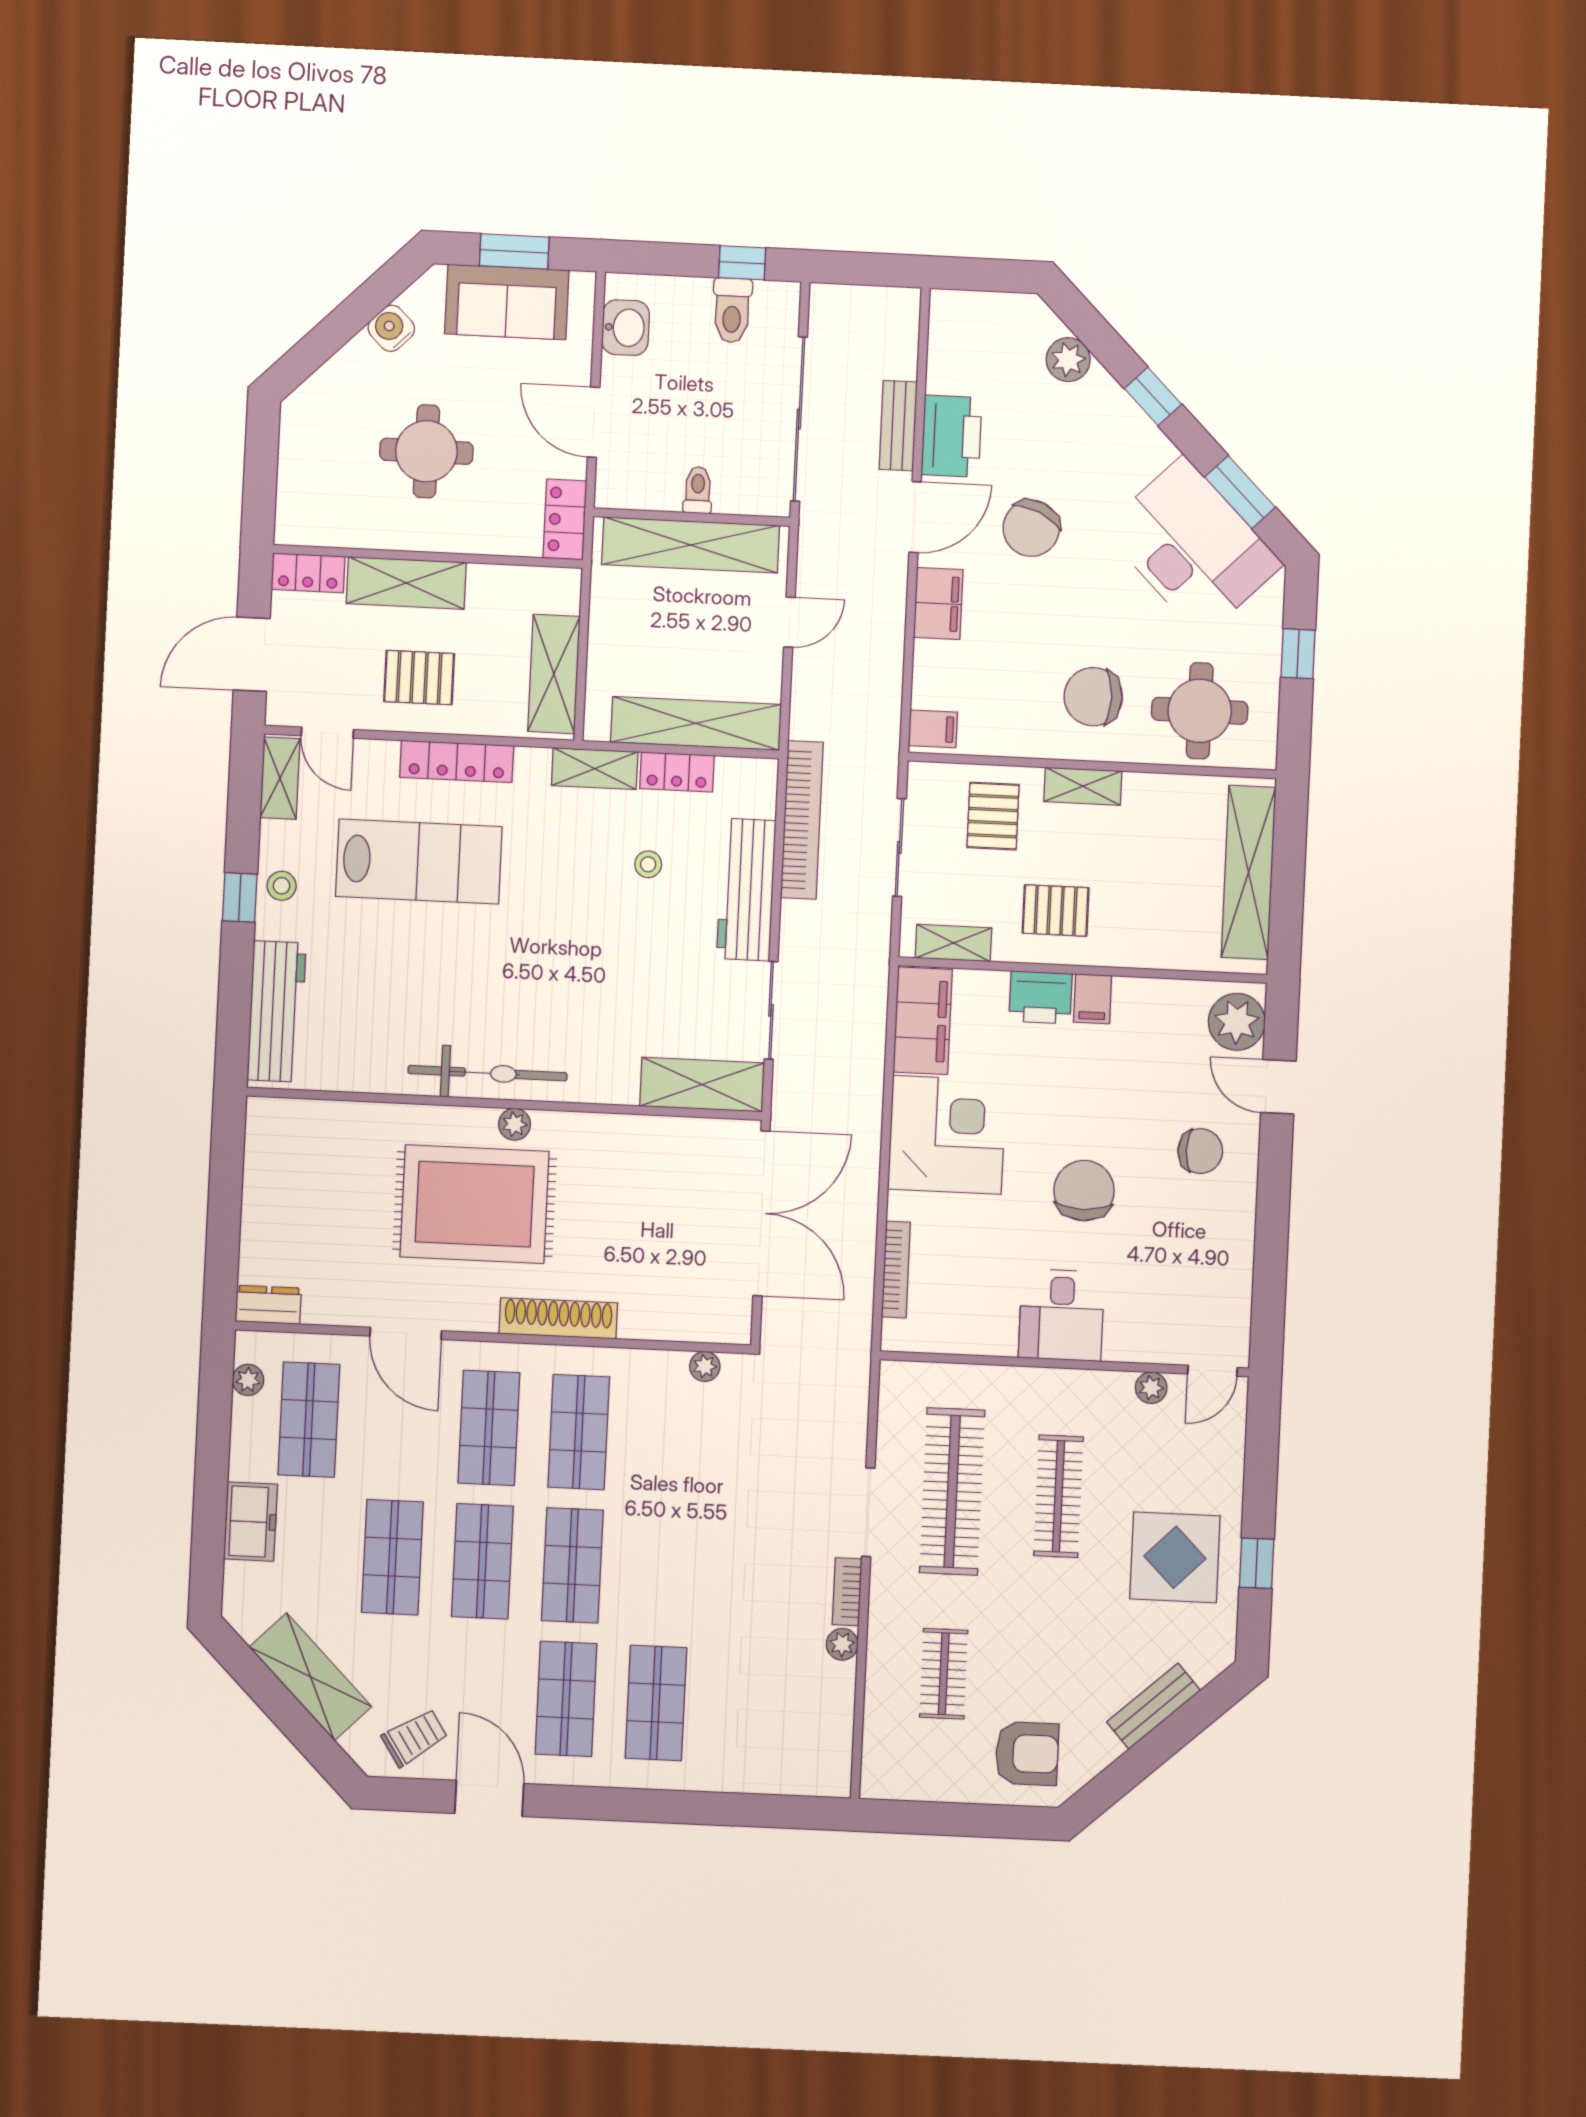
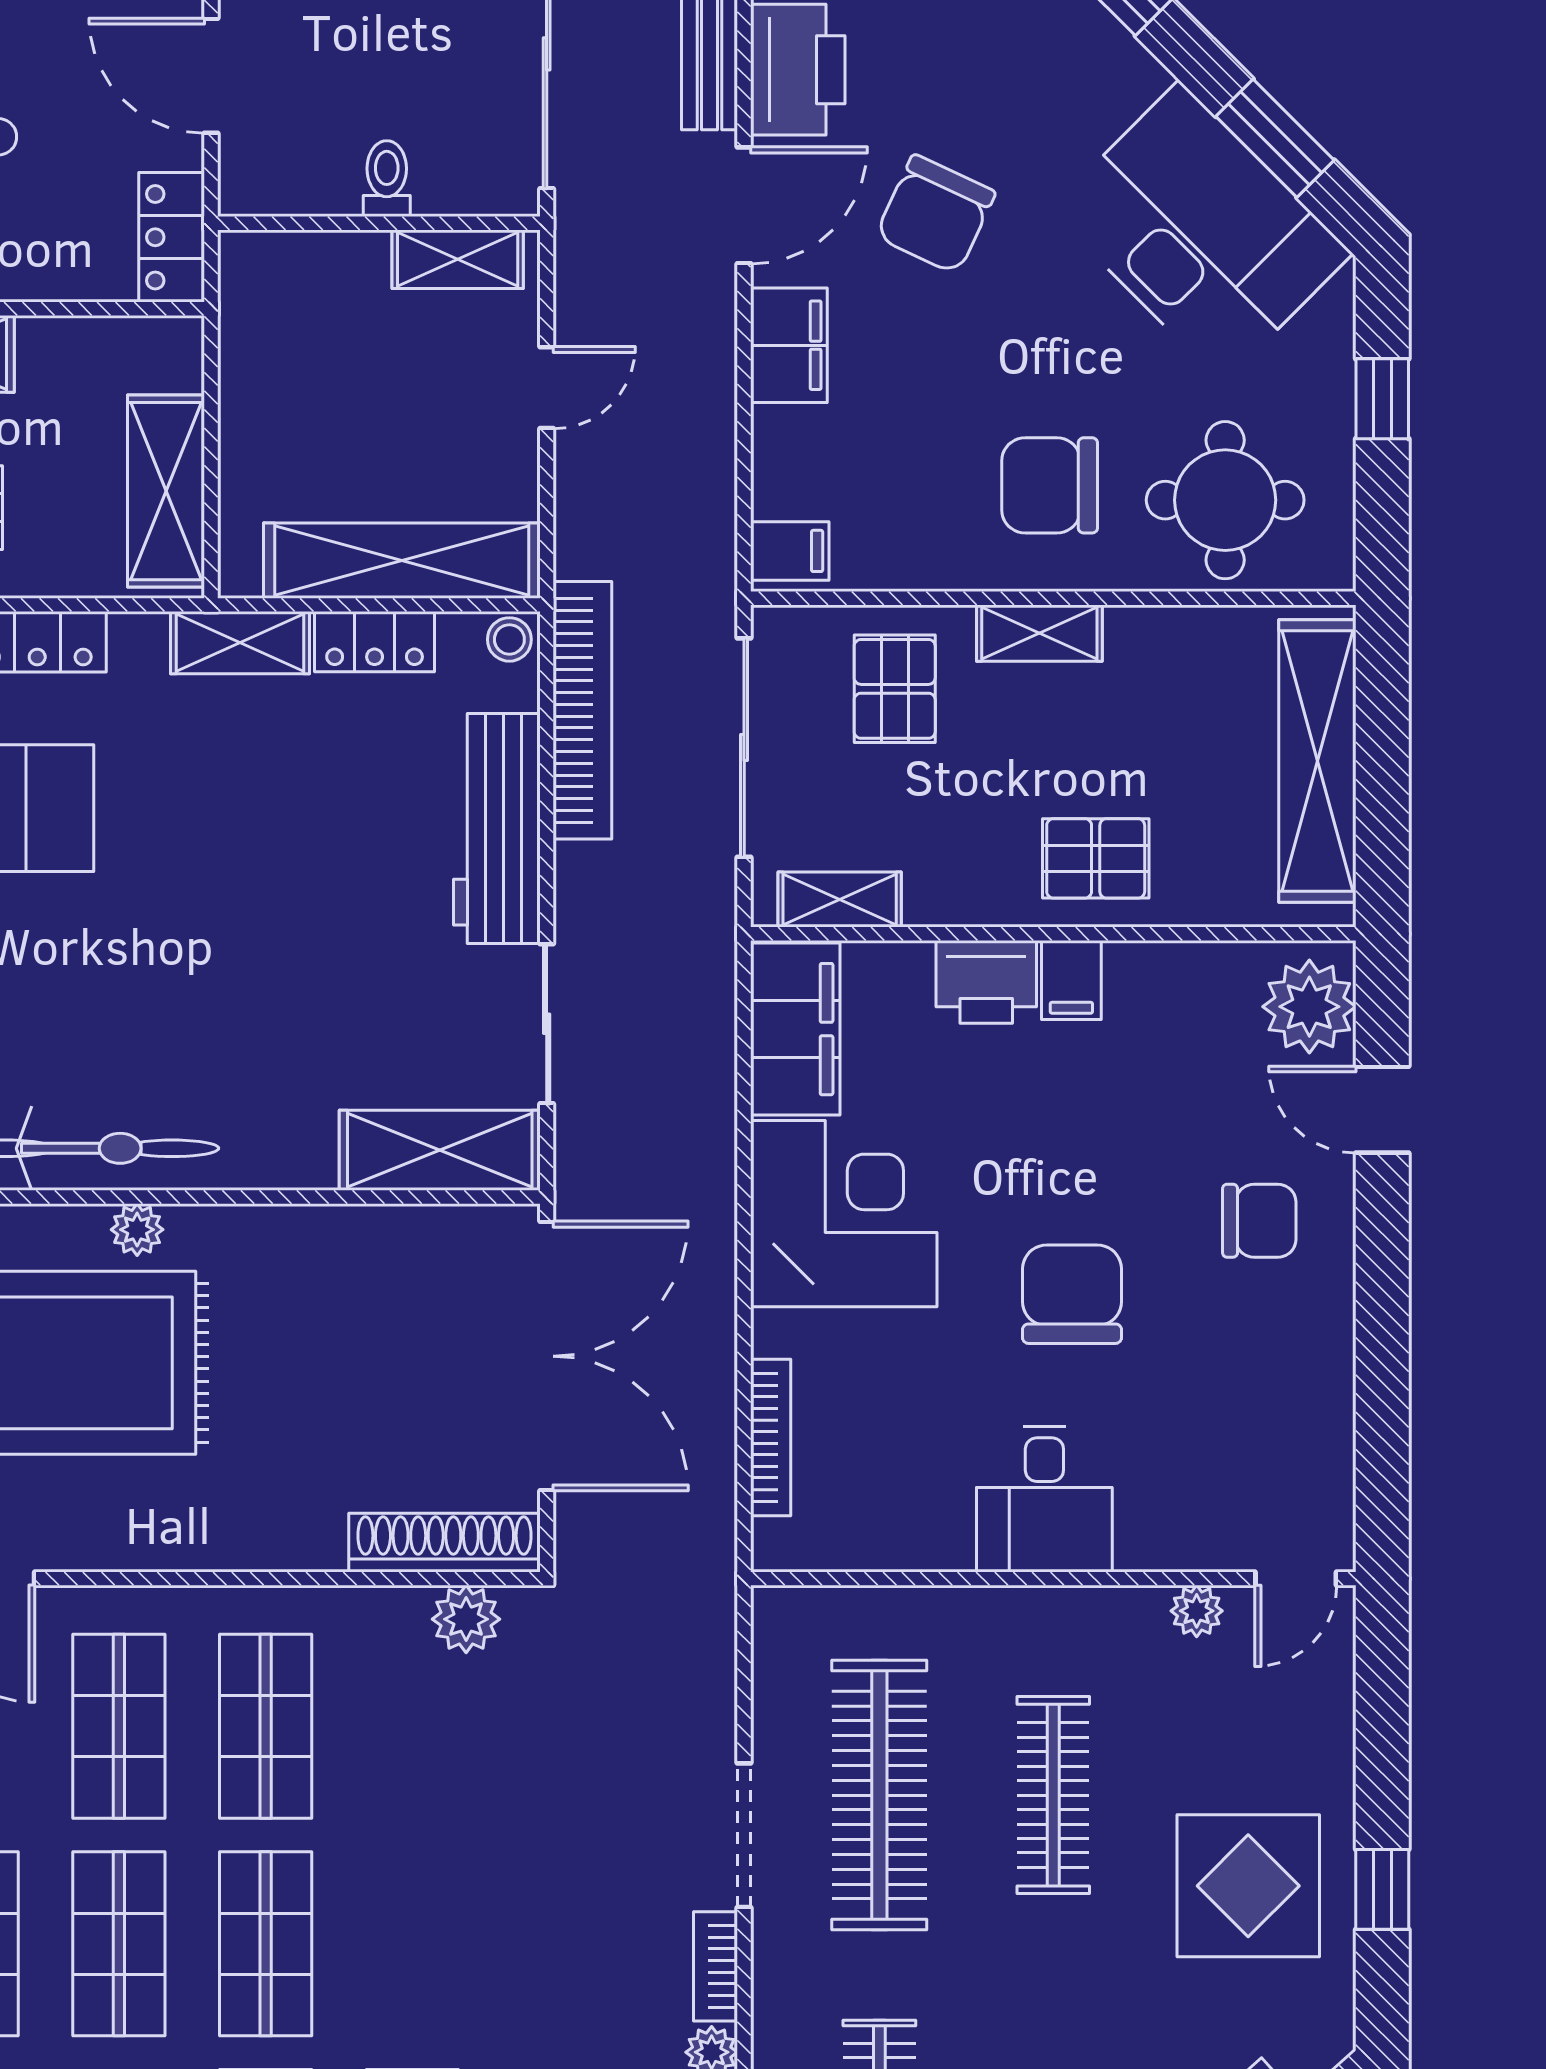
shelving: (691, 545) -> (458, 259), width x0.45, depth x0.75
sliding door: (899, 847) -> (744, 748), width x1.37
stool: (648, 864) -> (509, 639), moved
pallet: (1056, 910) -> (1096, 858), moved
shoe rack: (558, 1318) -> (445, 1543), moved
plant: (705, 1366) -> (466, 1619), width x1.38, depth x1.38

